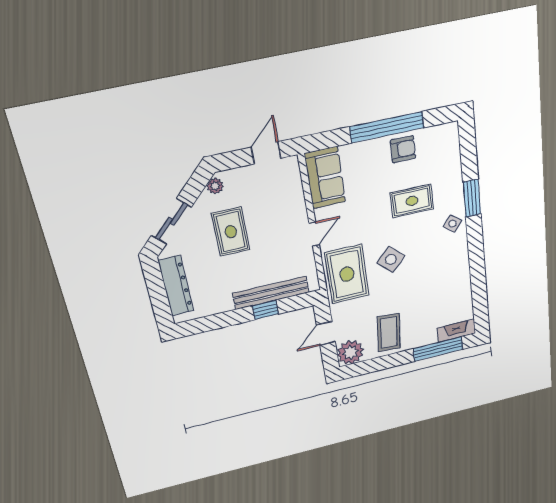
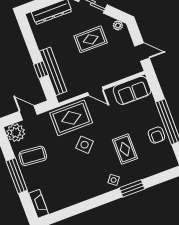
window: (438, 349) -> (17, 176), moved

